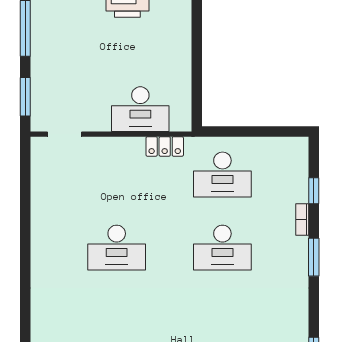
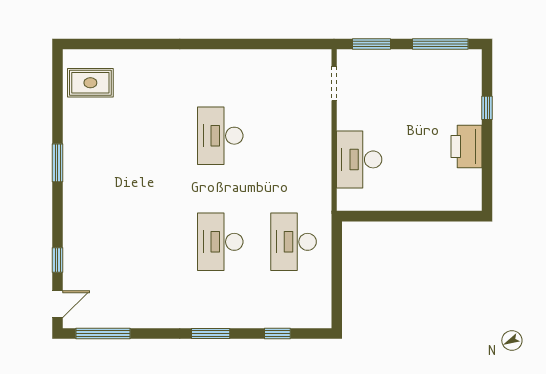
locker: (165, 146) -> (322, 184), removed
bookcase: (302, 220) -> (248, 322), removed

